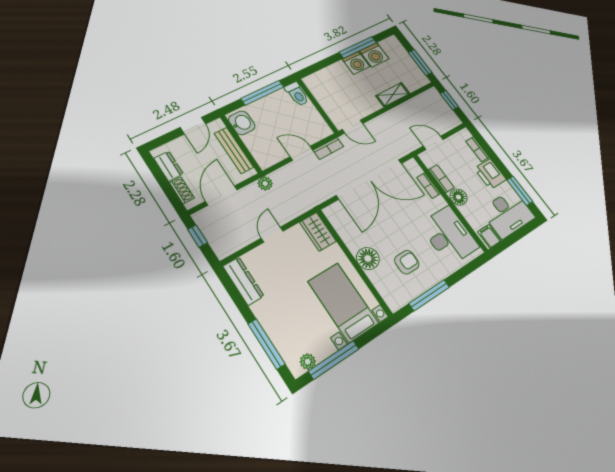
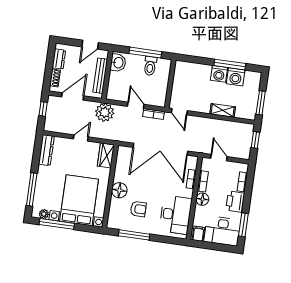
toilet: (297, 94) -> (150, 66), moved
plant: (265, 183) -> (105, 112), width x1.87, depth x1.87
bed with nightstands: (343, 302) -> (79, 200), width x1.36

